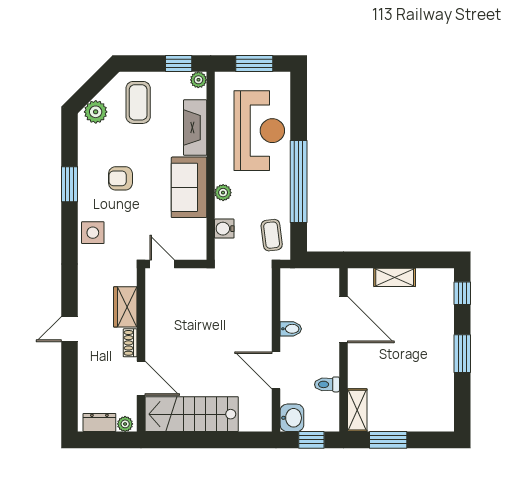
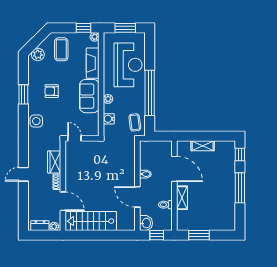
window: (462, 354) -> (240, 188), width x1.44
shelving: (357, 410) -> (182, 198), moved

